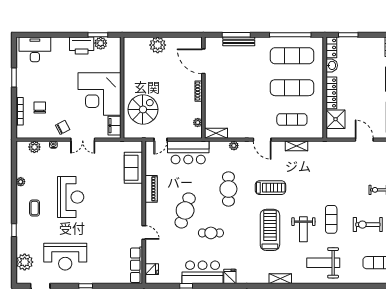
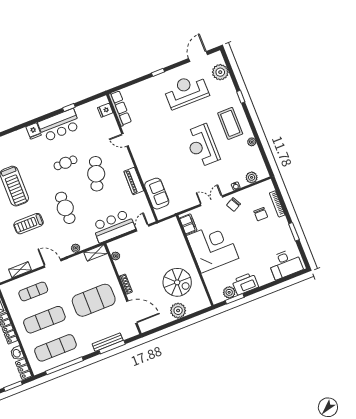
exercise mat: (236, 88) -> (94, 300), added
spiral stairs: (143, 109) -> (177, 282), moved, turned -90
coffee table: (35, 208) -> (230, 123), width x1.86, depth x1.72

